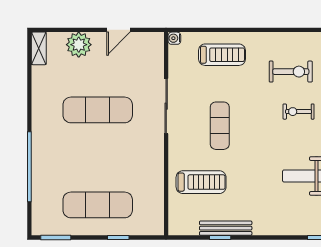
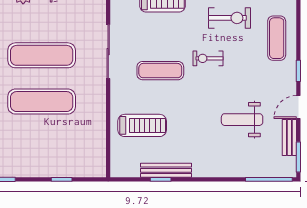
exercise bike: (299, 112) -> (208, 58), moved
exercise mat: (220, 126) -> (160, 71), turned 90
exercise mat: (98, 205) -> (42, 102), moved

